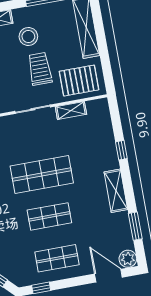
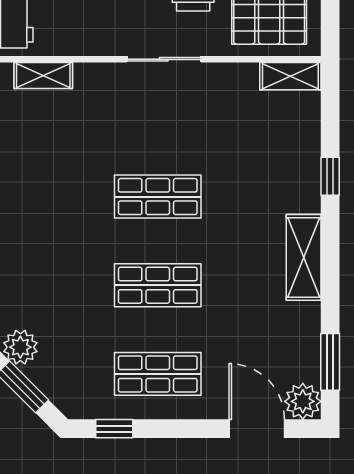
shelving: (71, 110) -> (290, 76), moved
shop shelf: (42, 175) -> (158, 197), width x0.70, depth x0.74
window: (135, 226) -> (330, 362), moved

